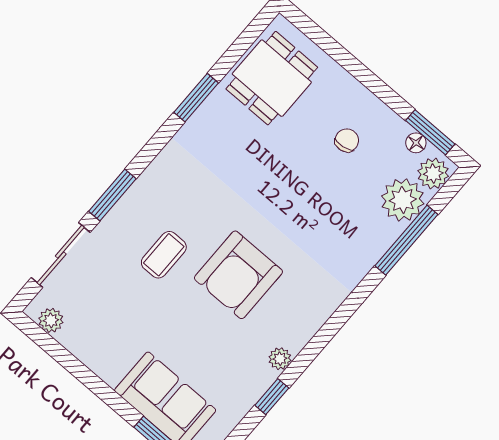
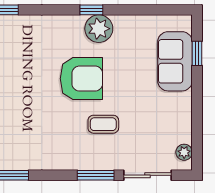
plant: (280, 359) -> (99, 29), width x1.88, depth x1.88
window: (272, 397) -> (91, 10), moved

